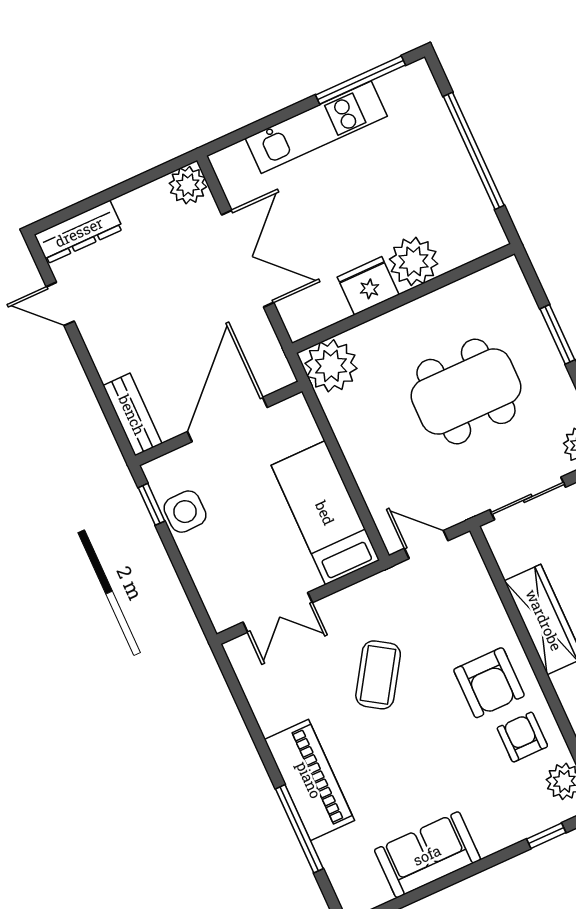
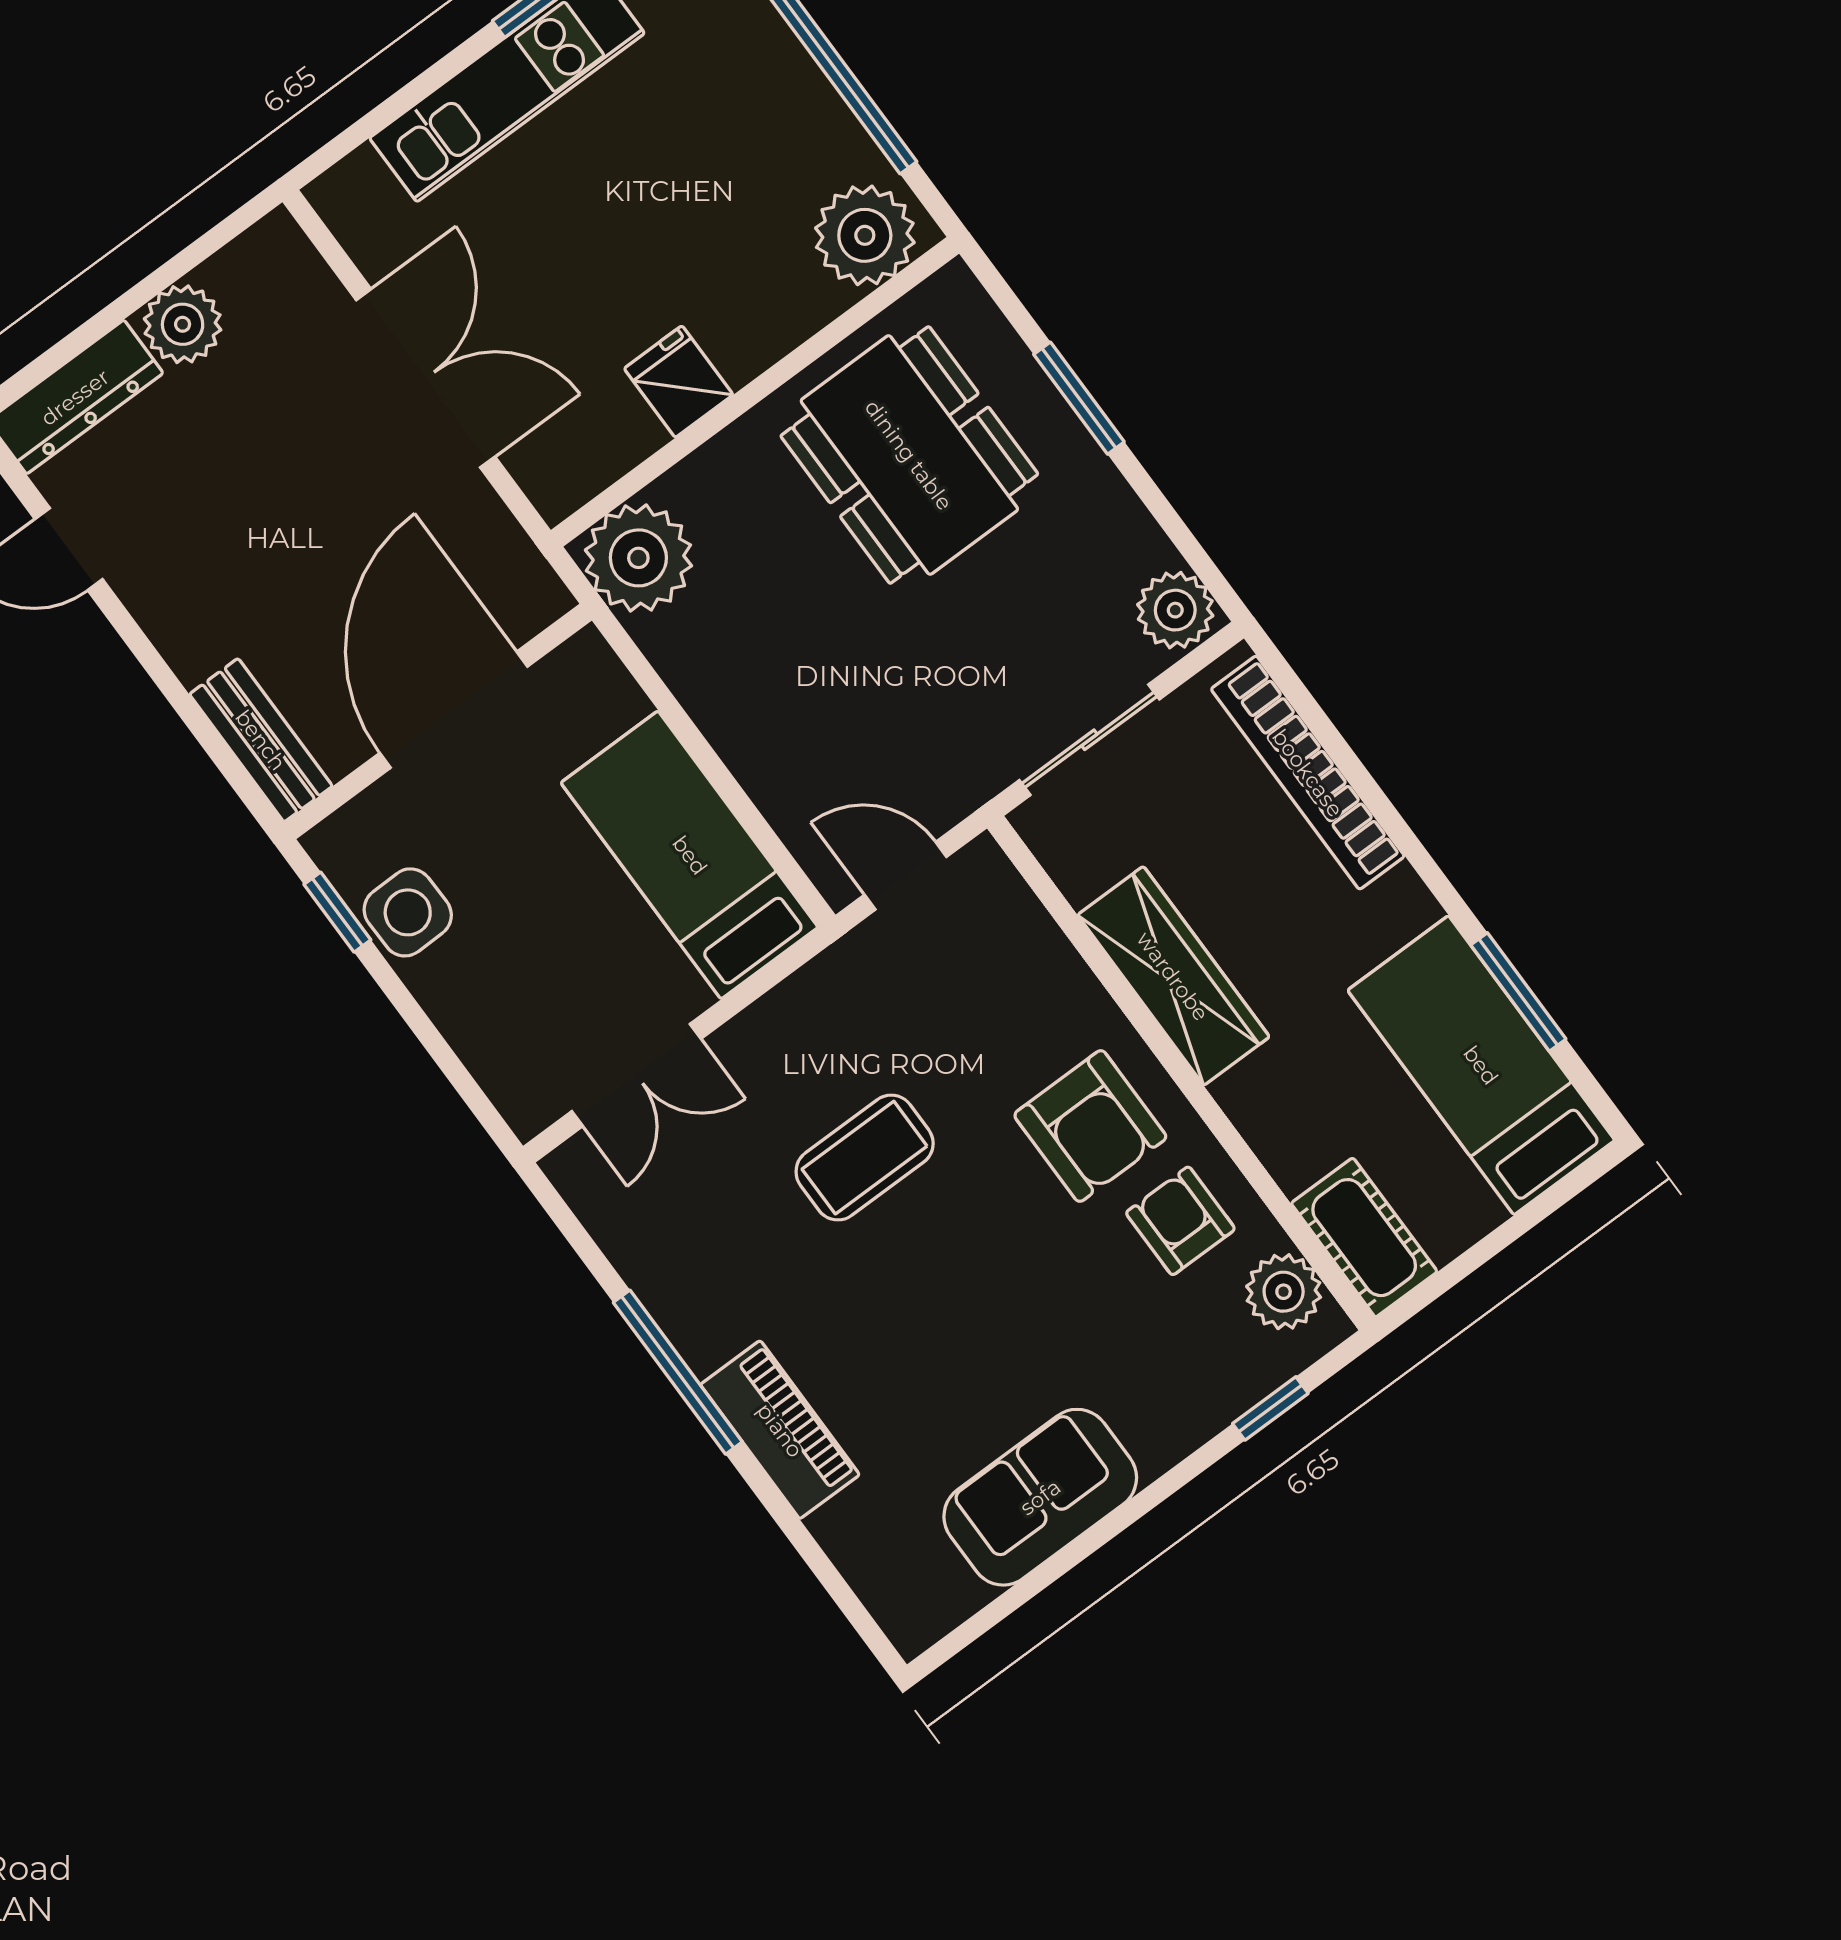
plant: (188, 185) -> (183, 324), moved
plant: (414, 261) -> (865, 235), moved
fridge: (368, 286) -> (679, 382), width x0.72
dining table: (466, 391) -> (909, 455), moved, turned 90
coffee table: (378, 675) -> (865, 1158), turned 57
piano: (309, 780) -> (780, 1430), width x0.73, depth x0.75
window: (299, 829) -> (678, 1372), moved

